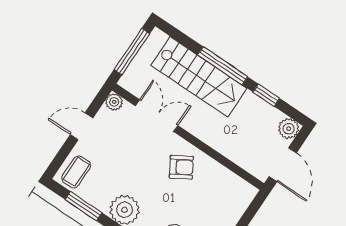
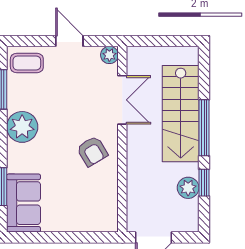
window: (132, 52) -> (163, 41), removed
plant: (289, 129) -> (188, 188), moved

